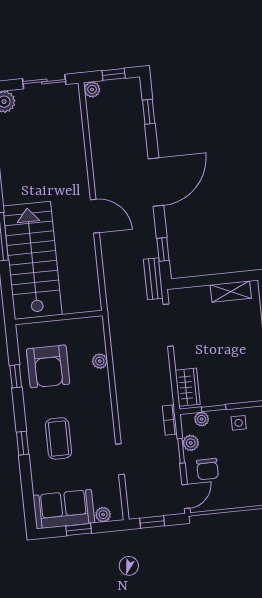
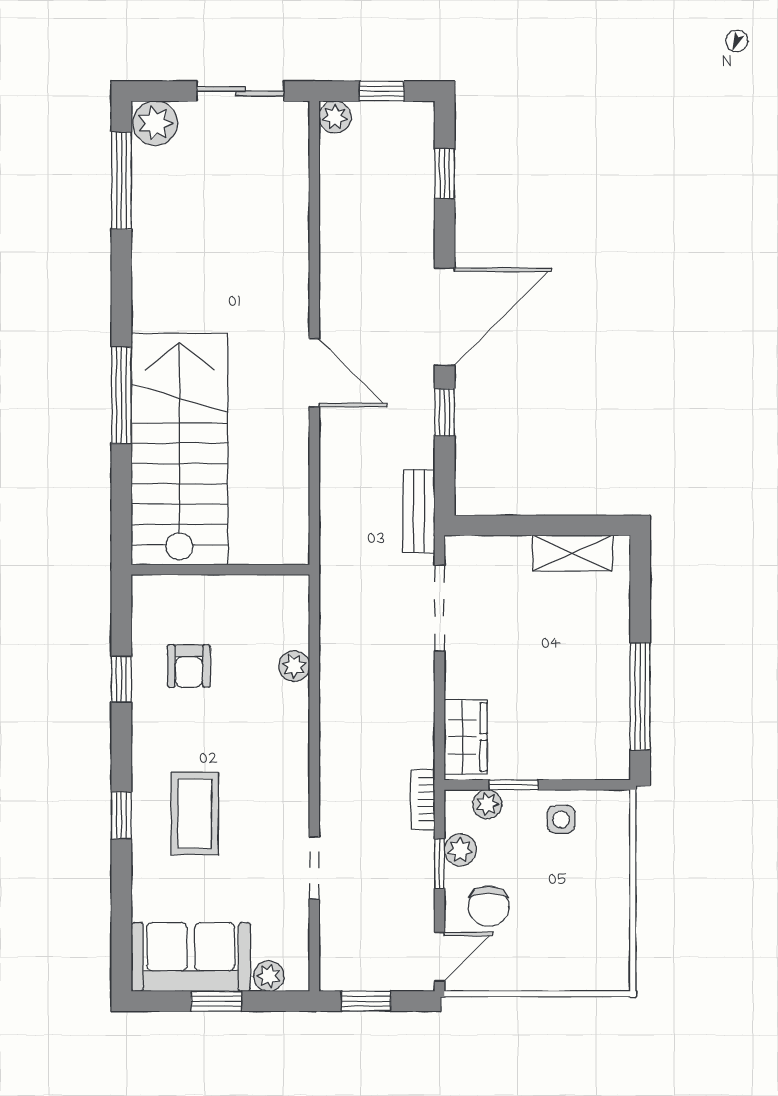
window: (163, 249) -> (445, 412), moved
armchair: (48, 366) -> (189, 666), width x0.53, depth x0.53

